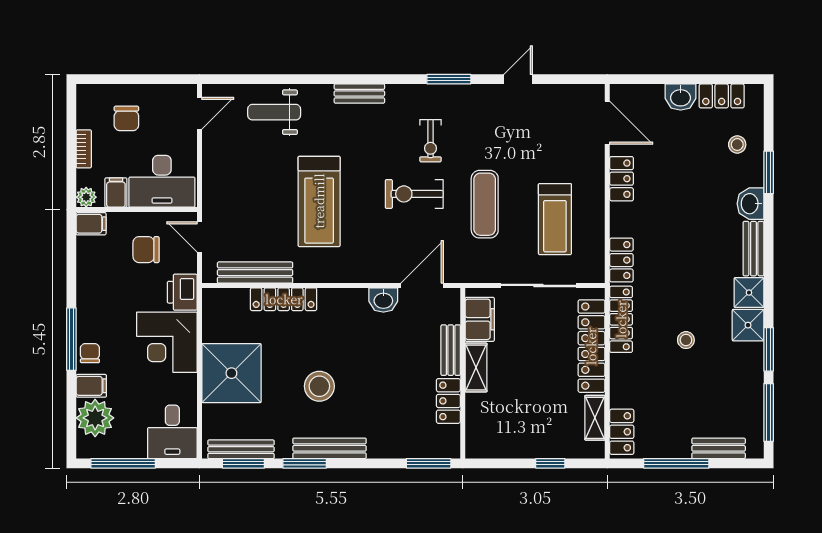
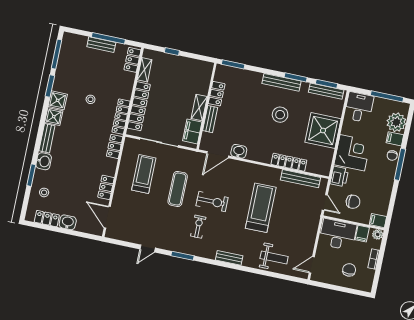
bench: (719, 448) -> (101, 45), moved

